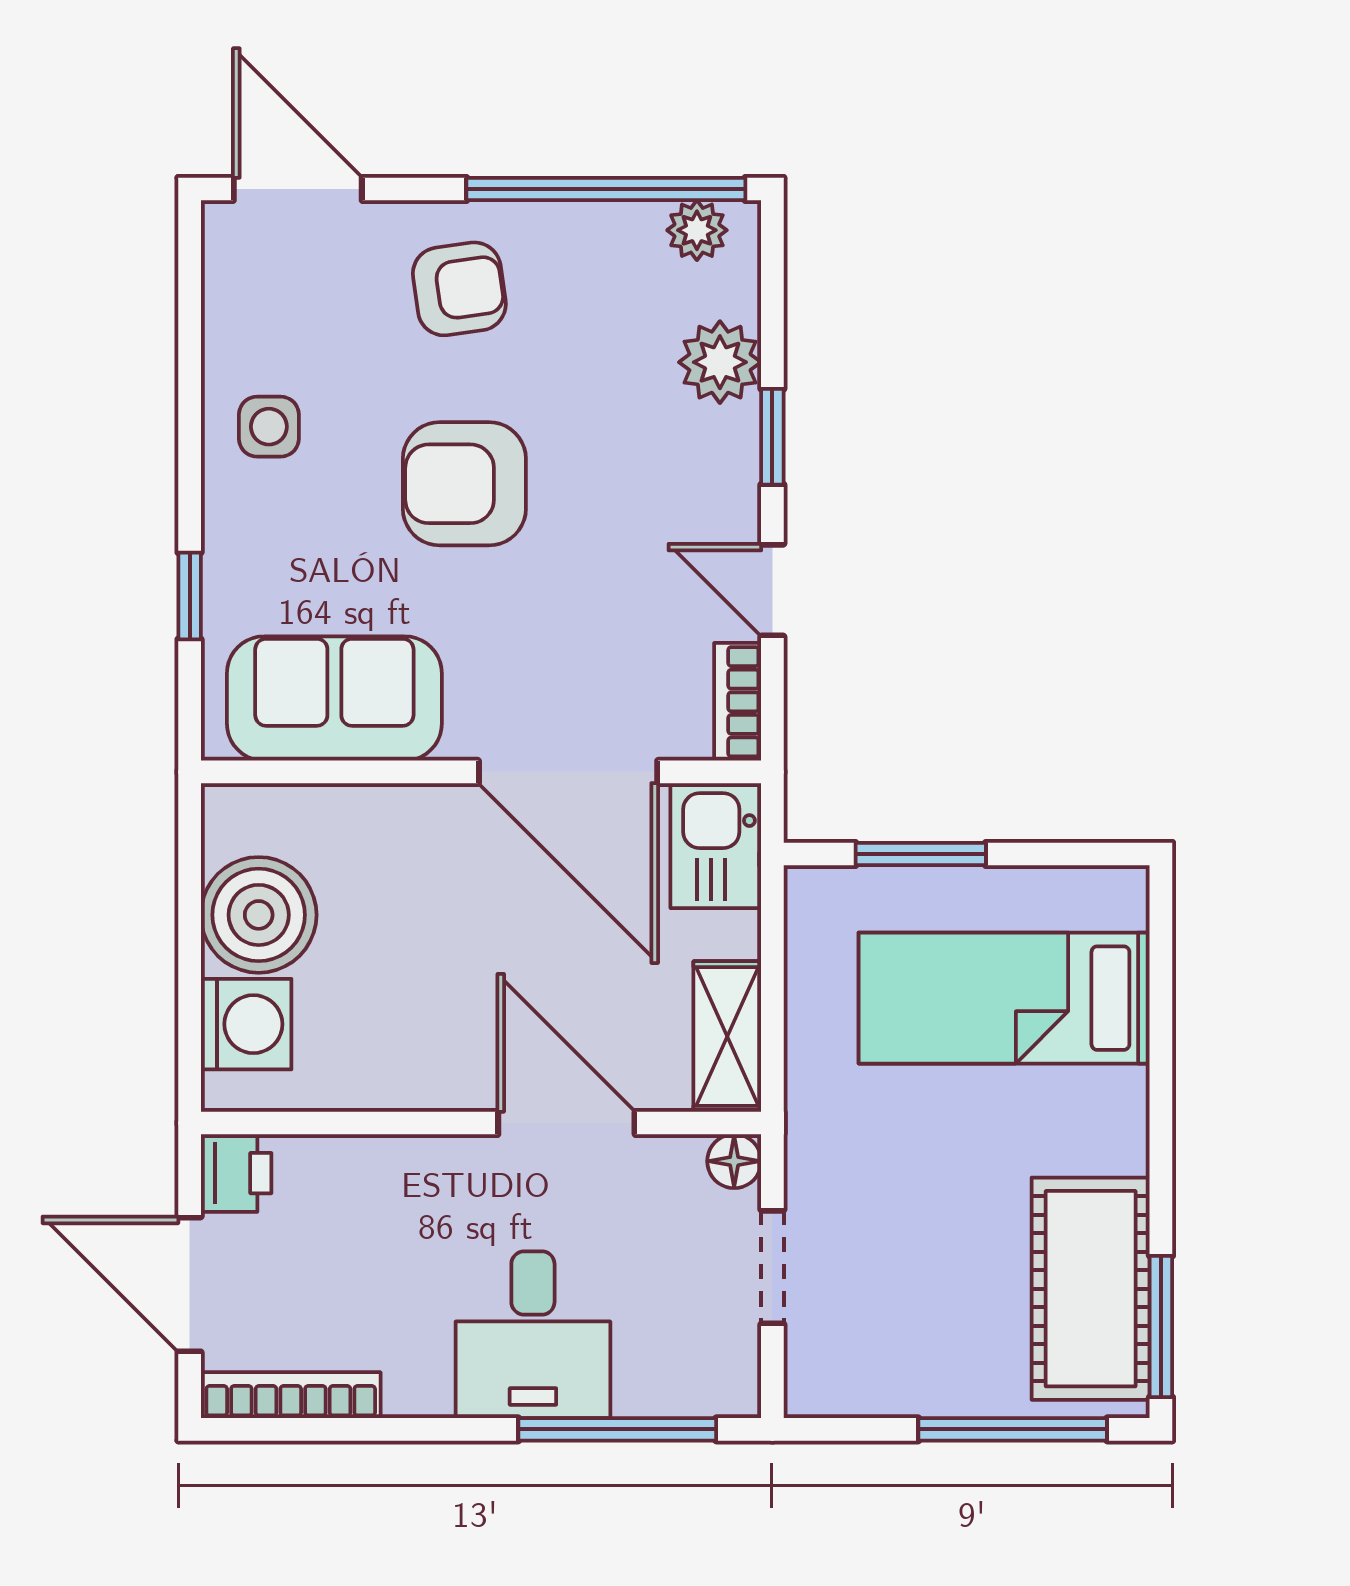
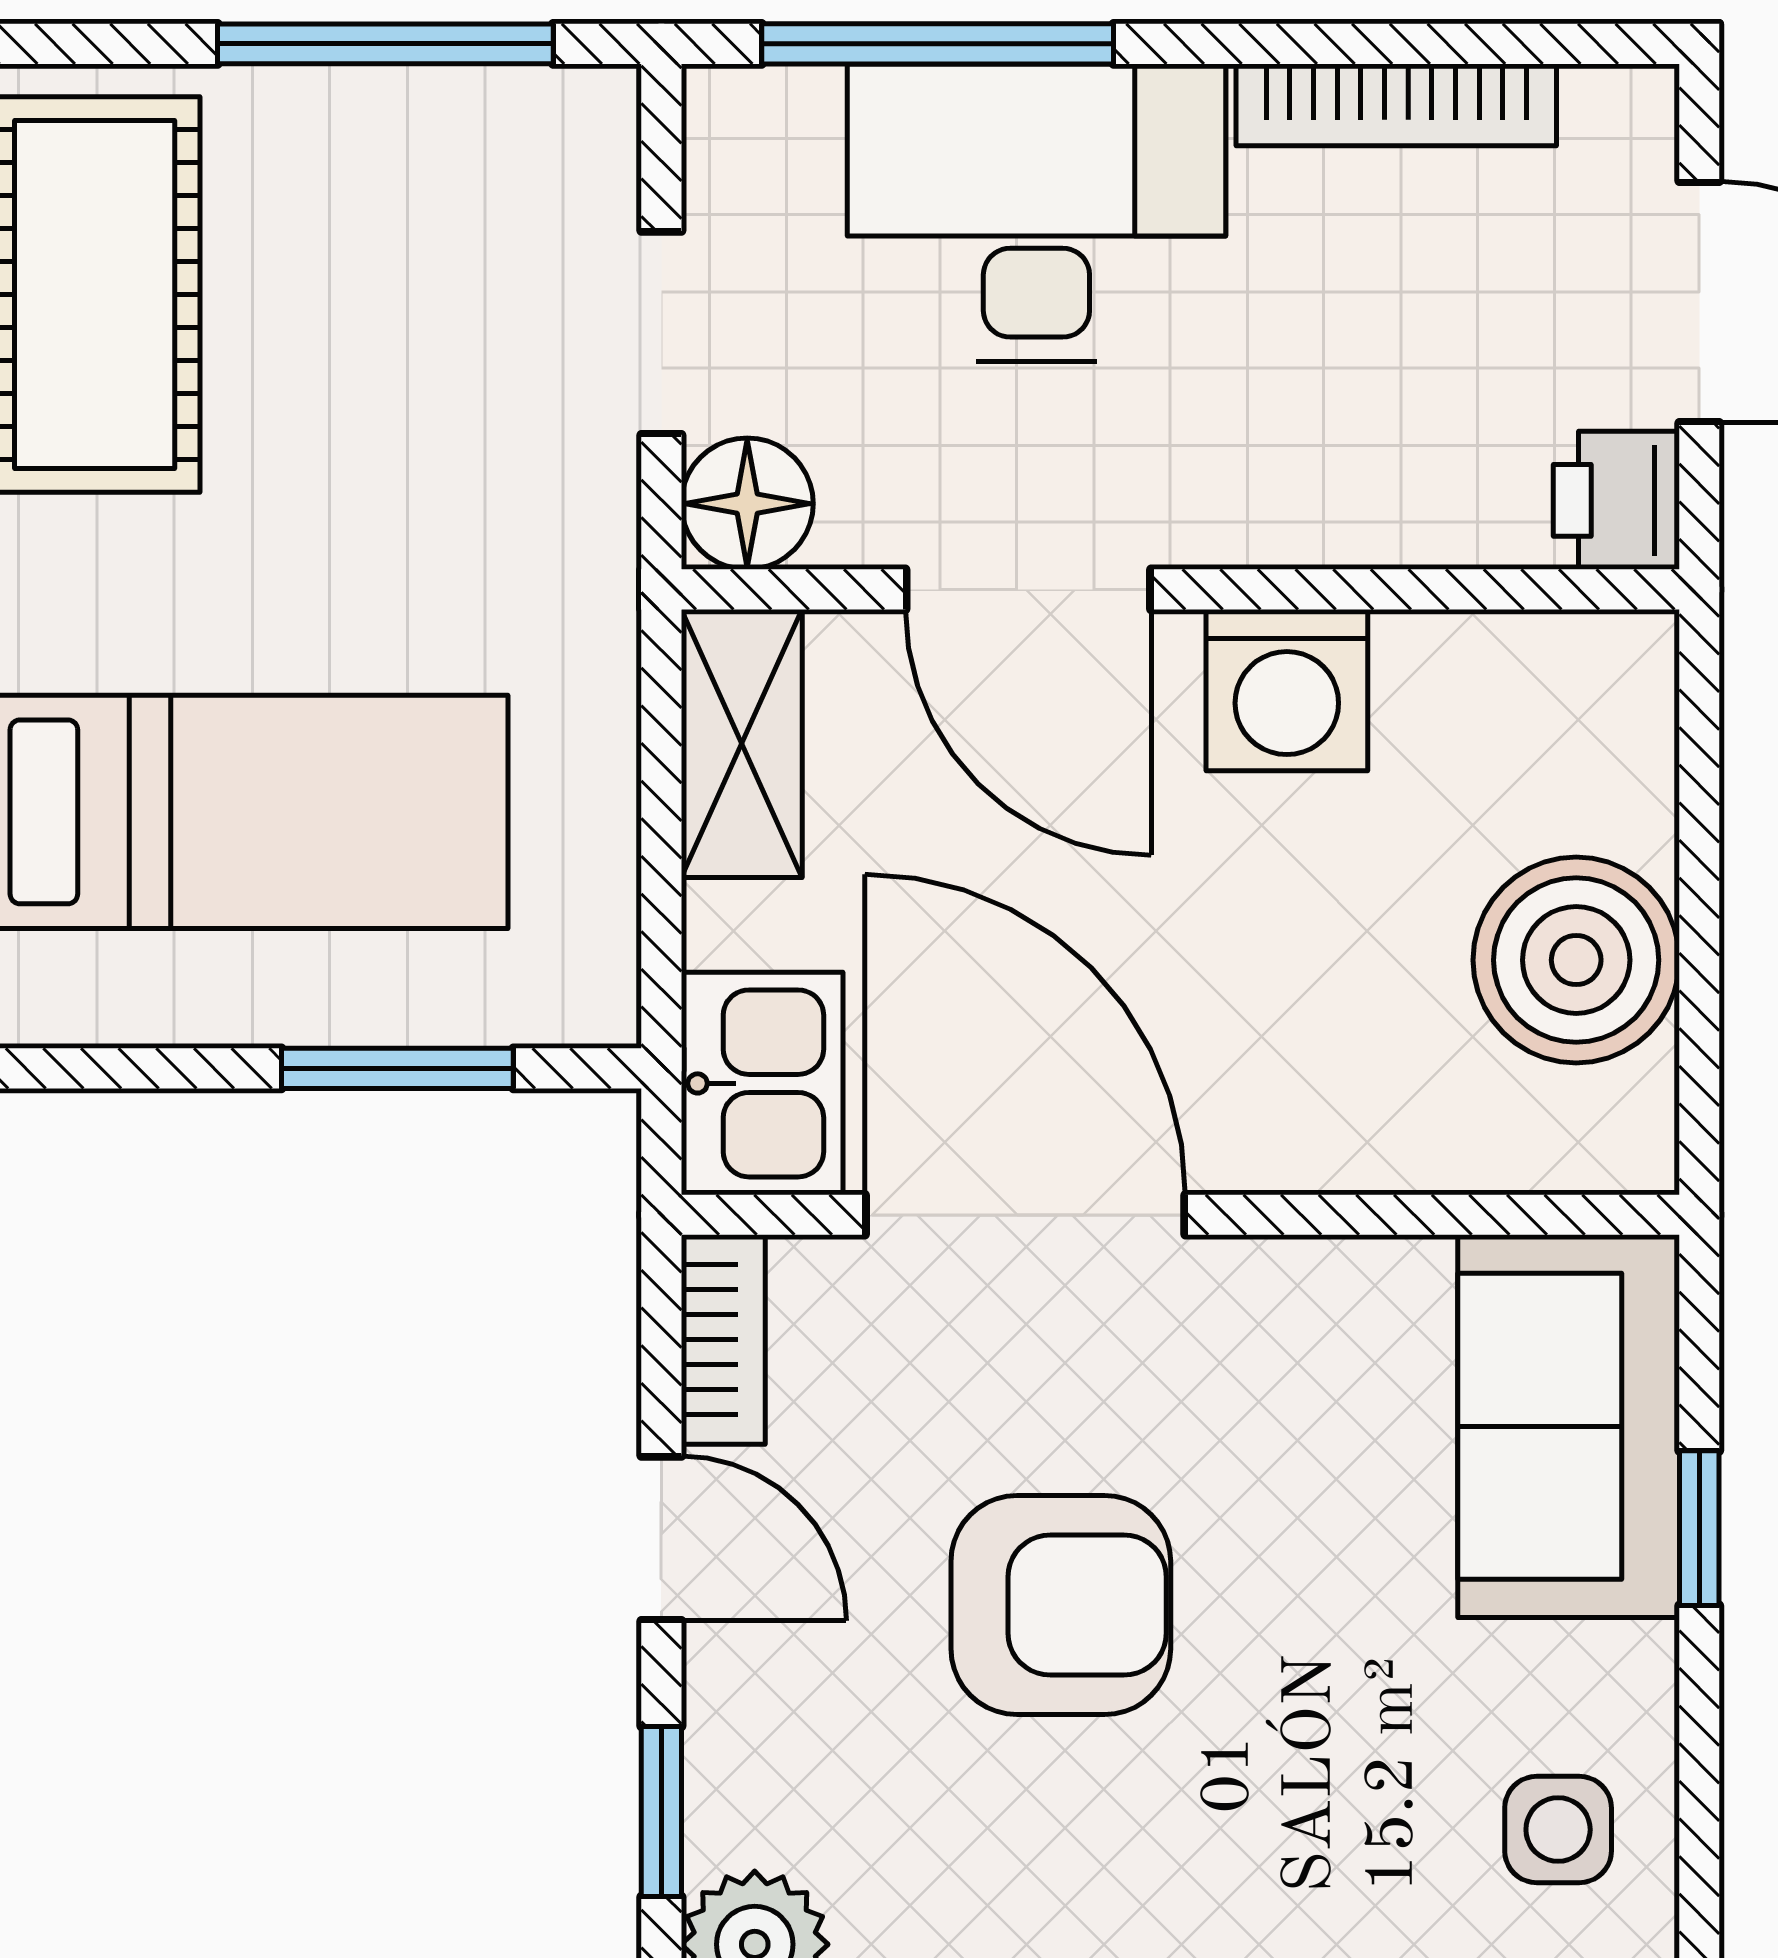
armchair: (464, 484) -> (1061, 1605), moved
sofa: (334, 698) -> (1569, 1426), moved, turned 90
washing machine: (246, 1024) -> (1287, 690), moved, turned -90
floor lamp: (734, 1161) -> (747, 504), width x1.37, depth x1.37
desk: (533, 1335) -> (1036, 212), width x1.37
bookcase: (291, 1395) -> (1396, 105), moved
window: (1013, 1429) -> (385, 44), moved

